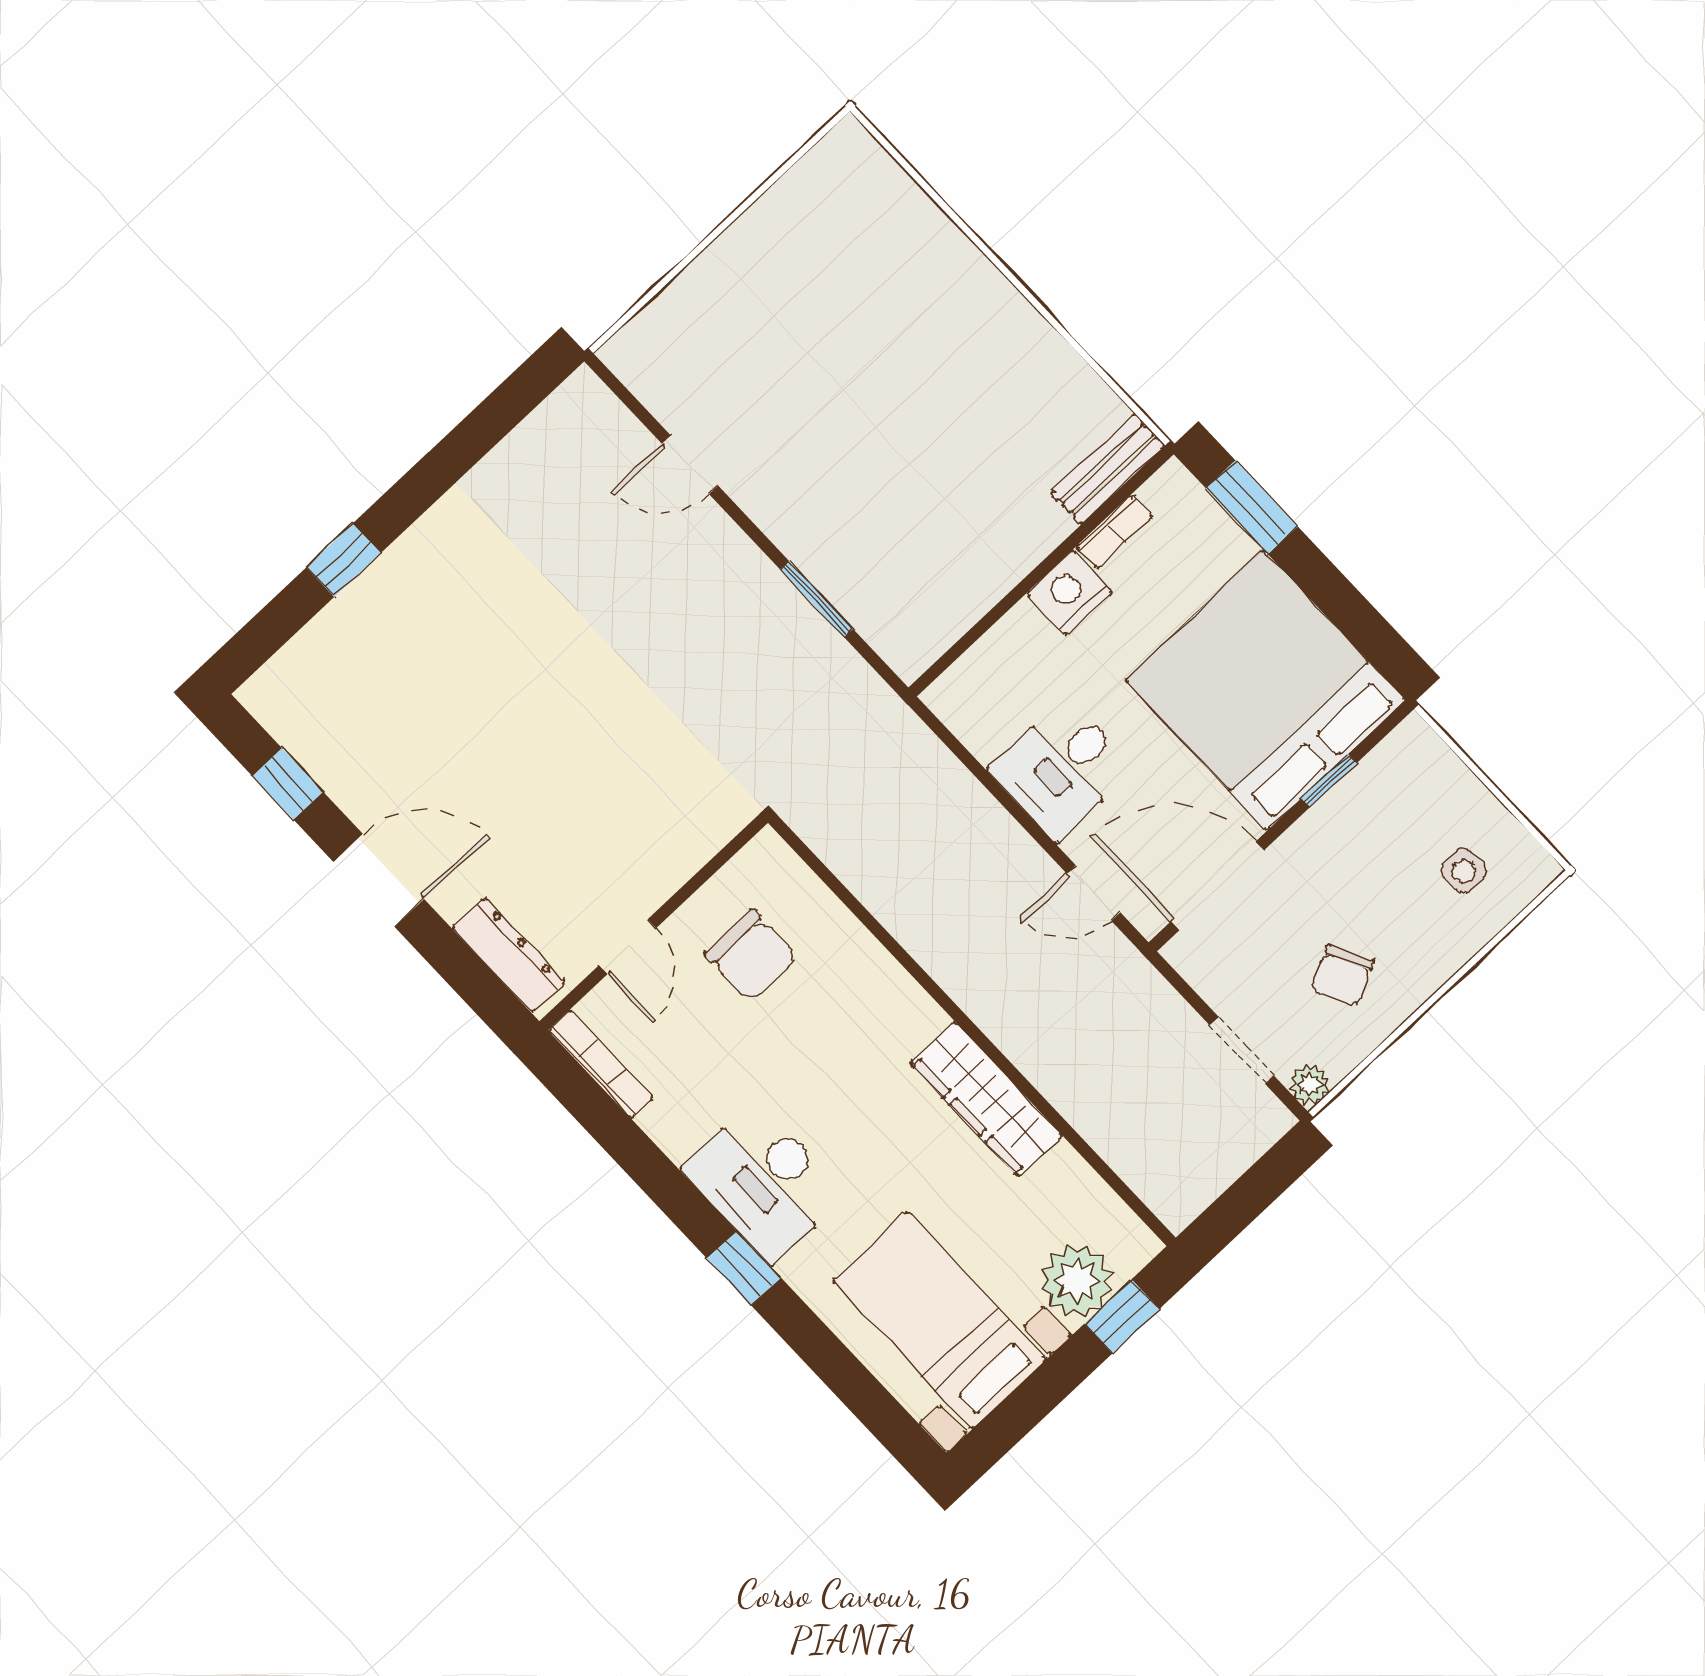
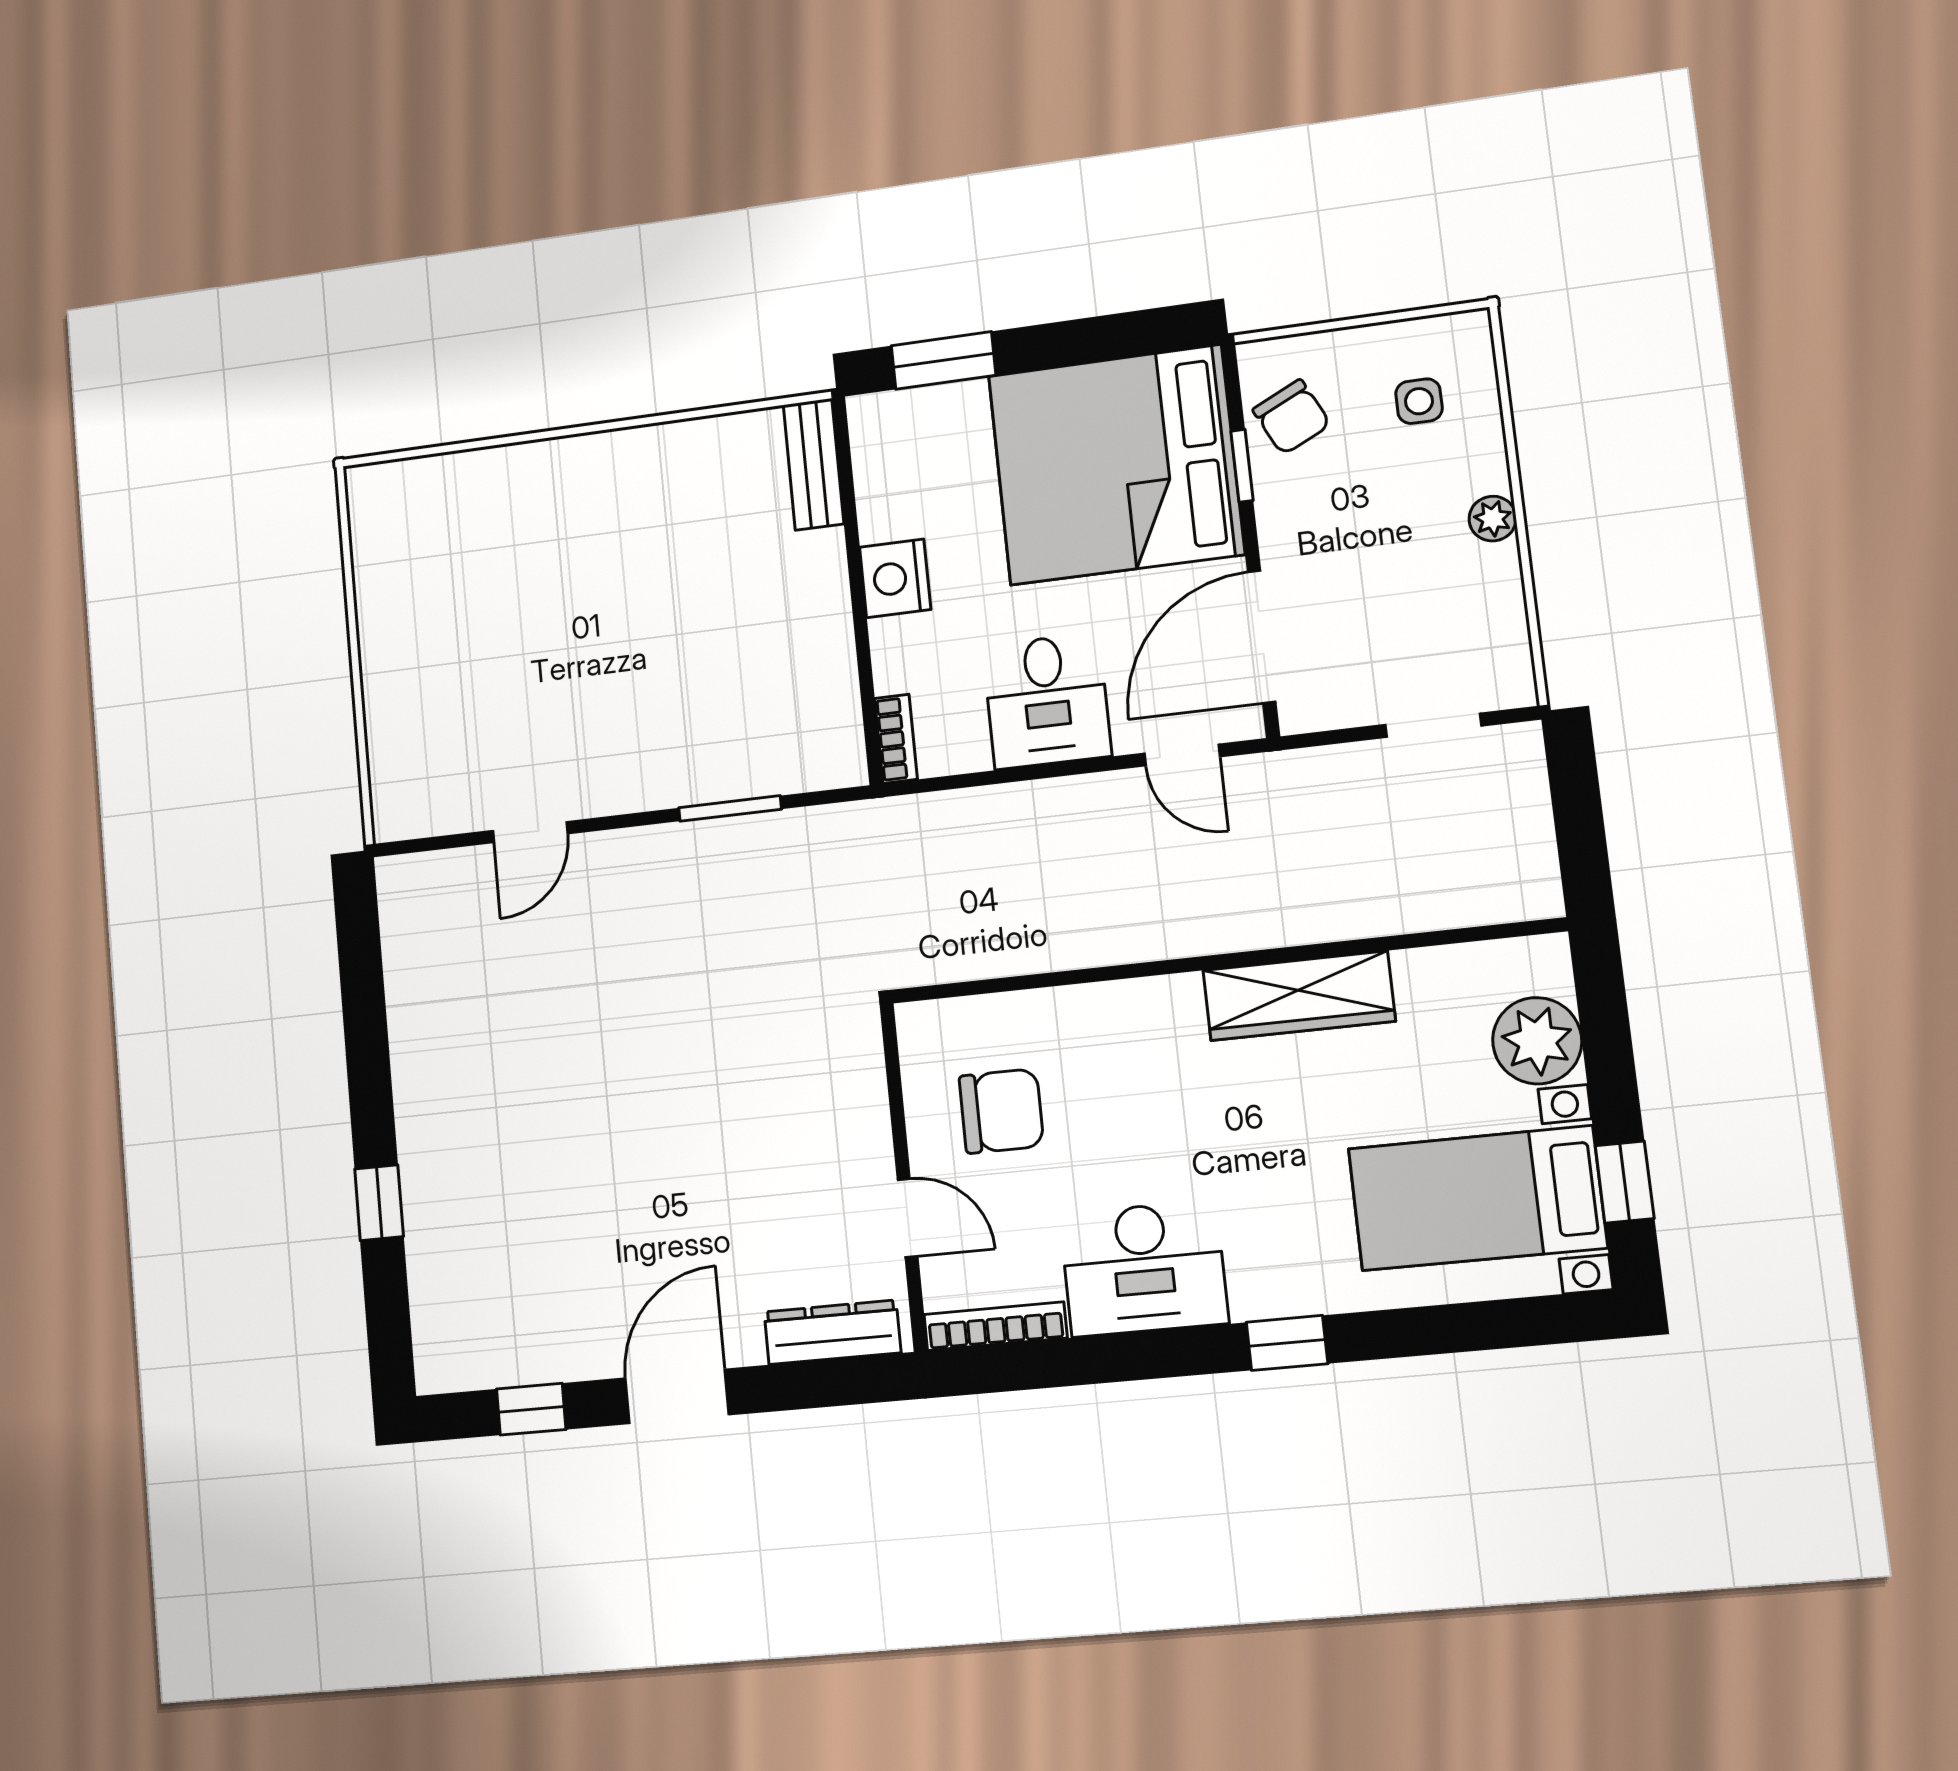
bookcase: (1114, 532) -> (896, 739), moved
door: (1094, 893) -> (1182, 755), hinge flipped
chair: (1342, 976) -> (1292, 417), moved
plant: (1309, 1084) -> (1493, 519), moved
desk: (764, 1182) -> (1144, 1268), moved
window: (1122, 1316) -> (1625, 1182), moved

